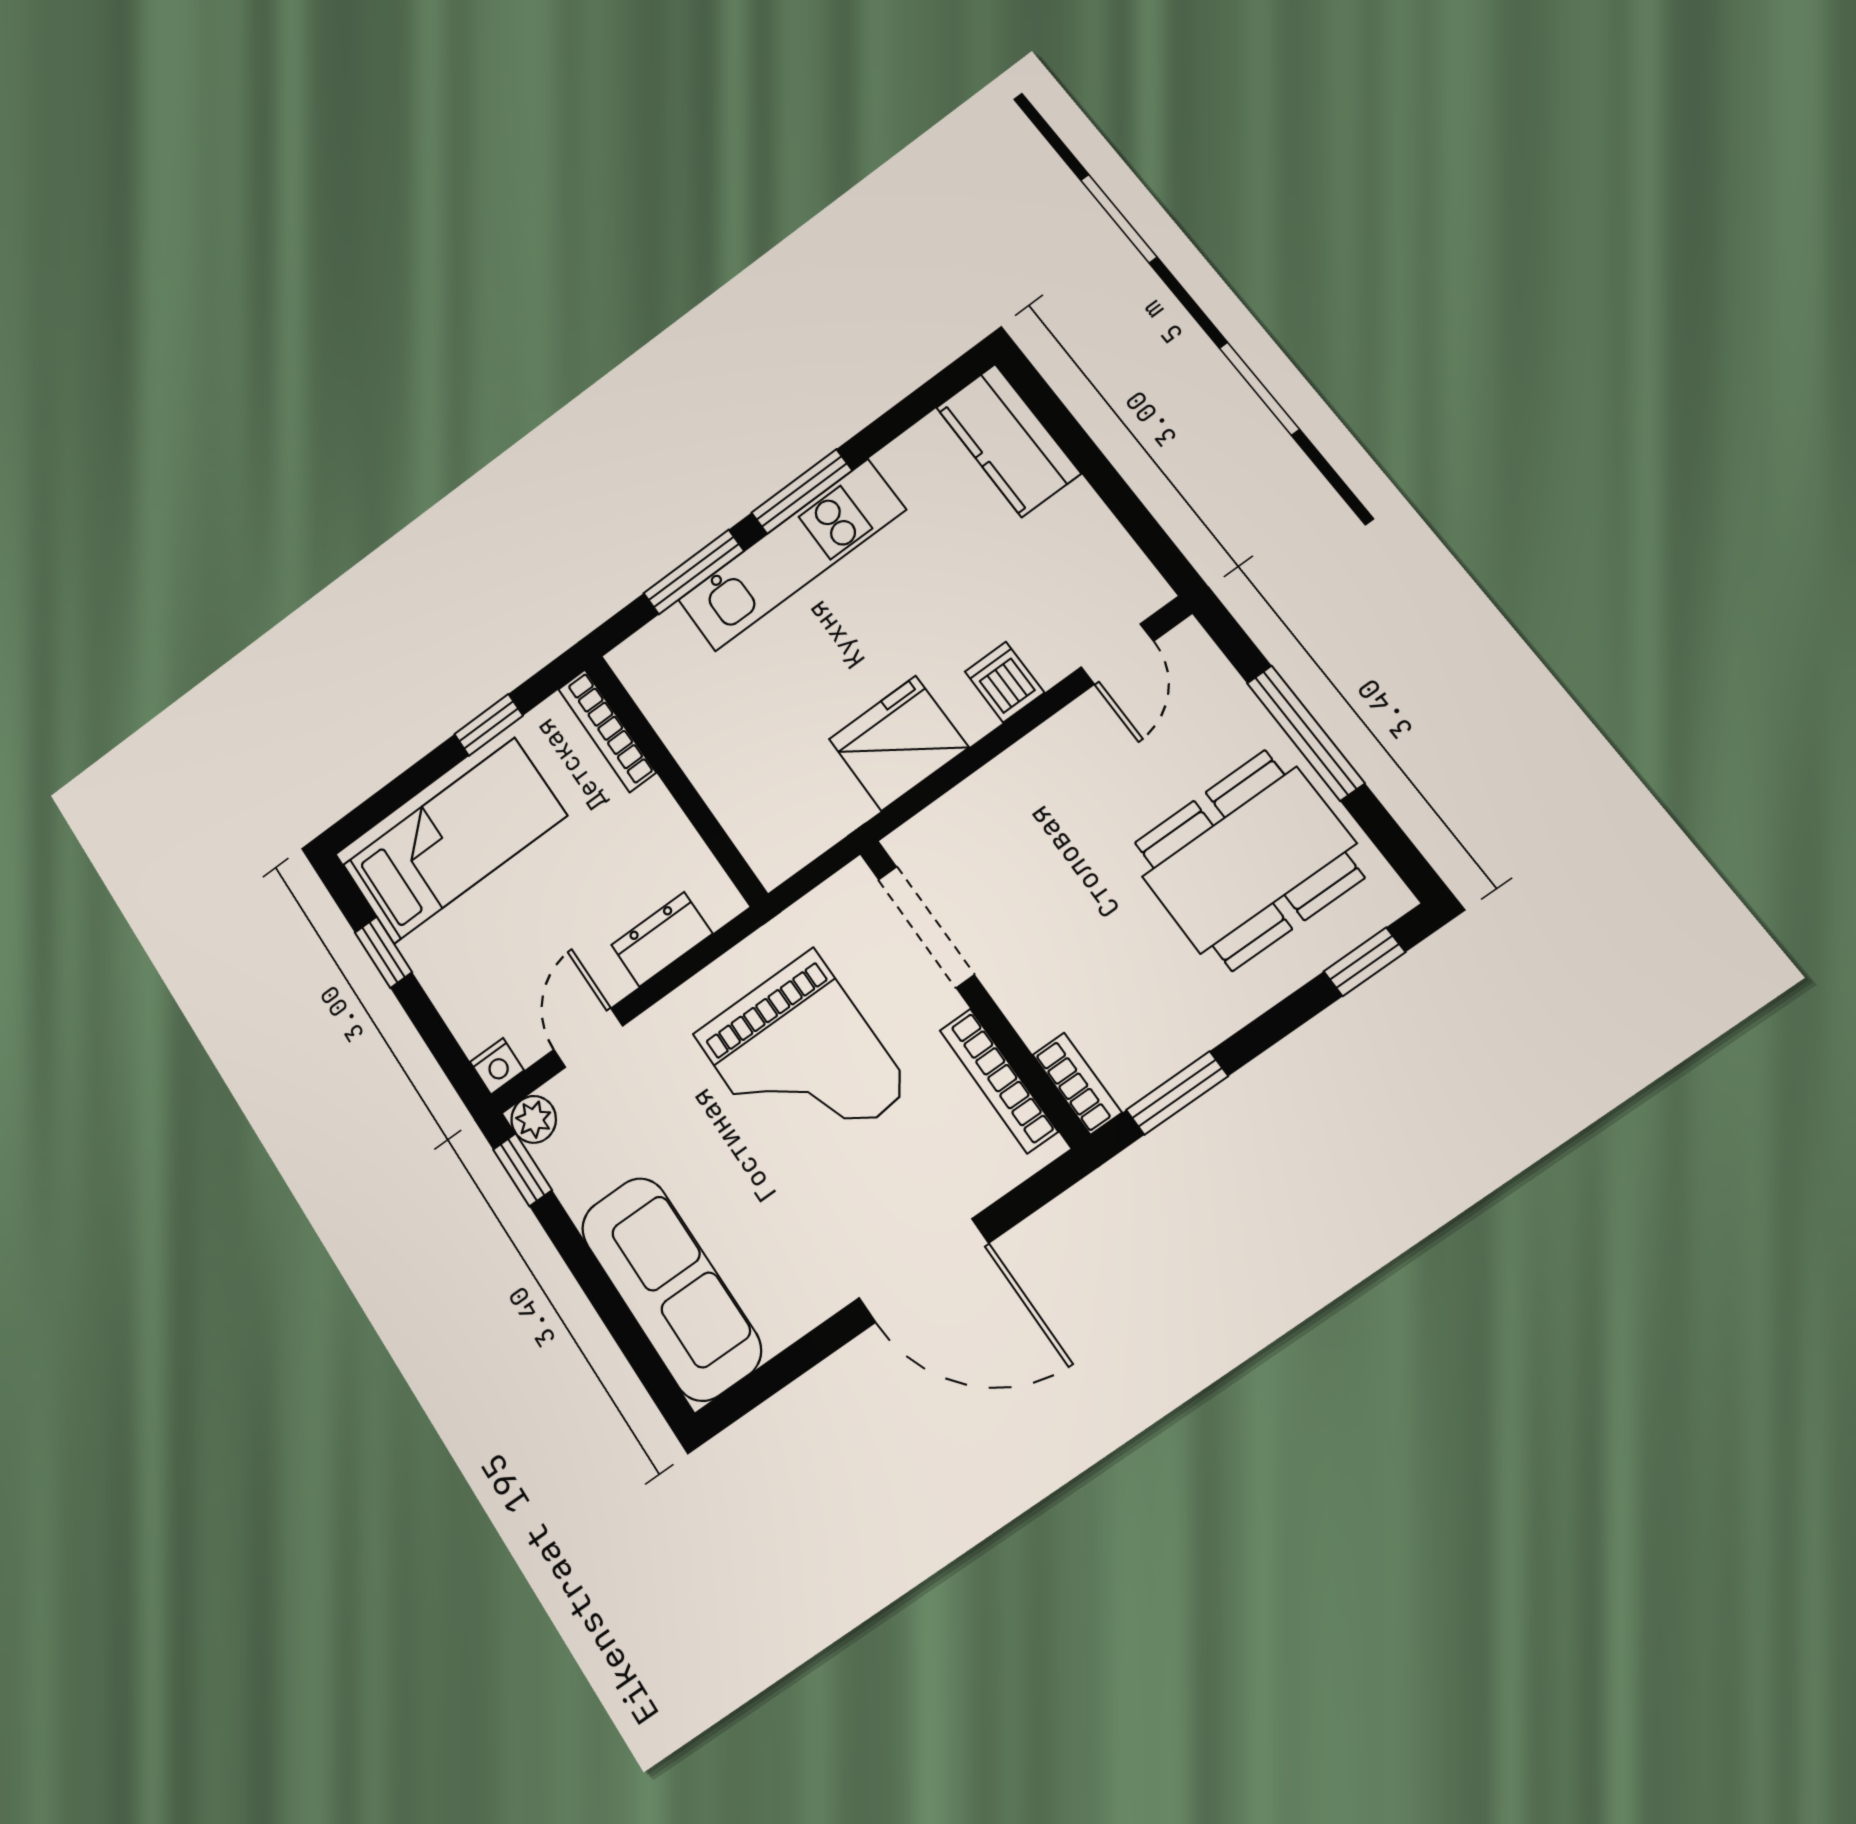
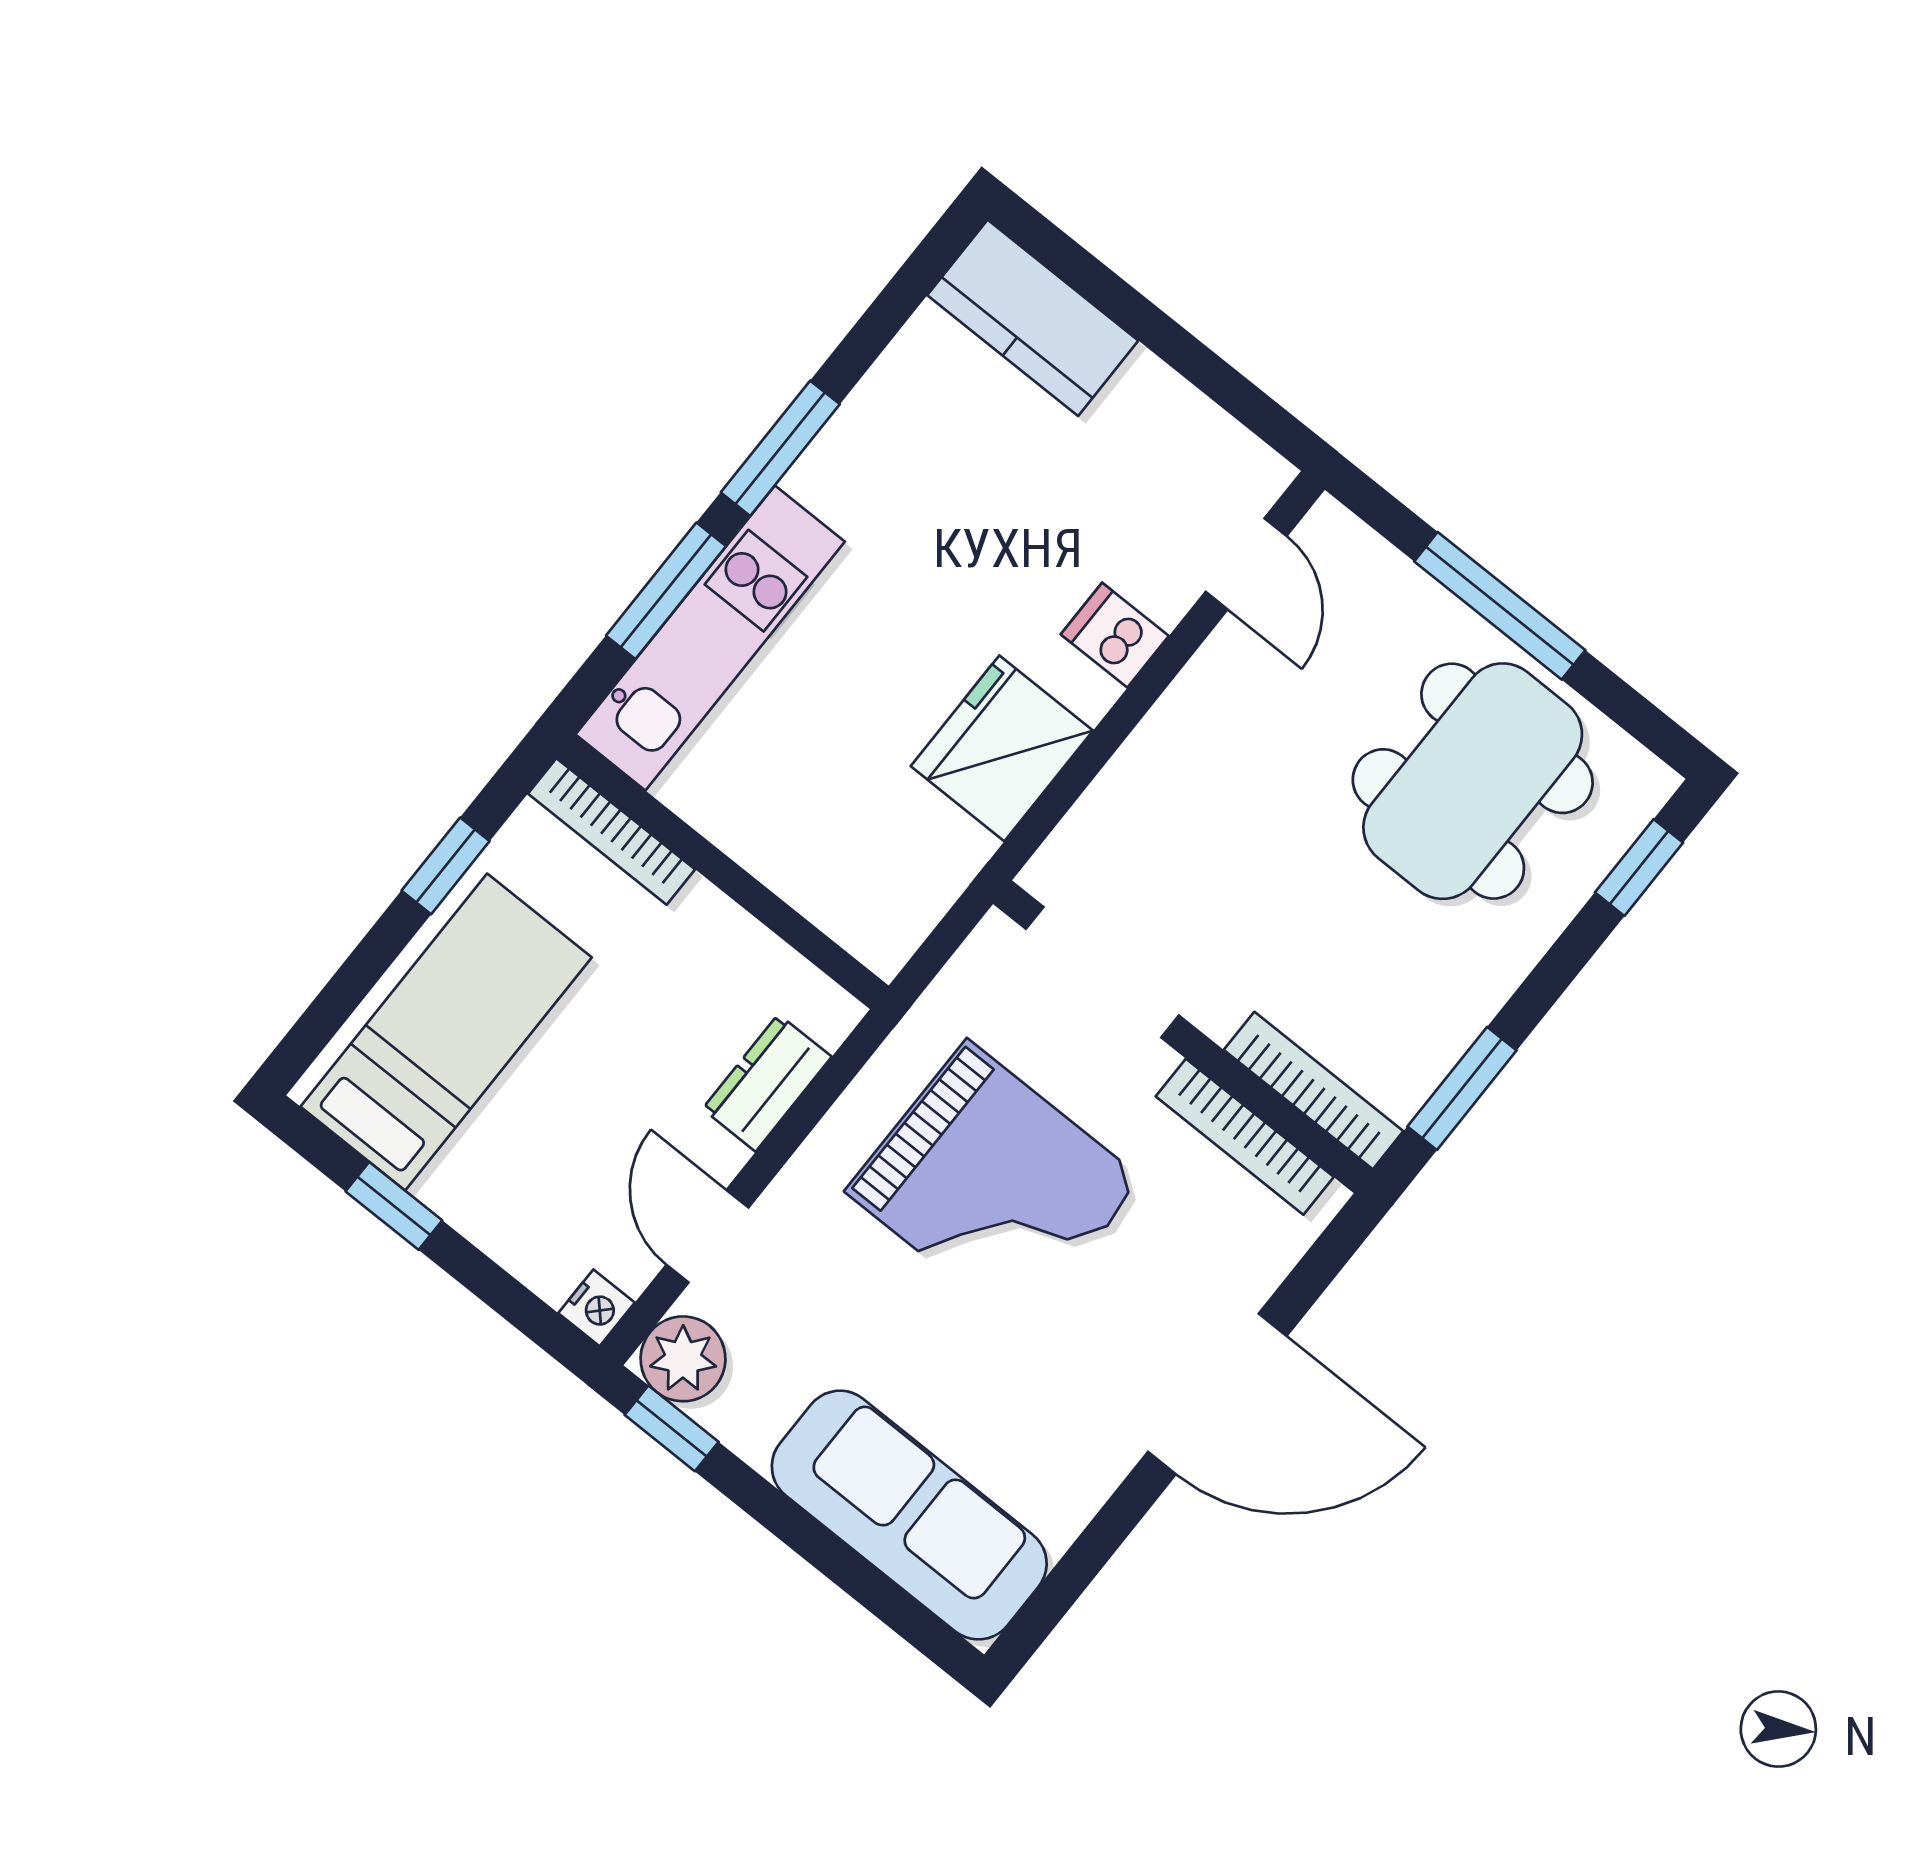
kitchen unit: (792, 555) -> (710, 638), moved
bookcase: (1077, 1084) -> (1314, 1091), width x1.56
plant: (534, 1119) -> (683, 1359), width x1.38, depth x1.38

